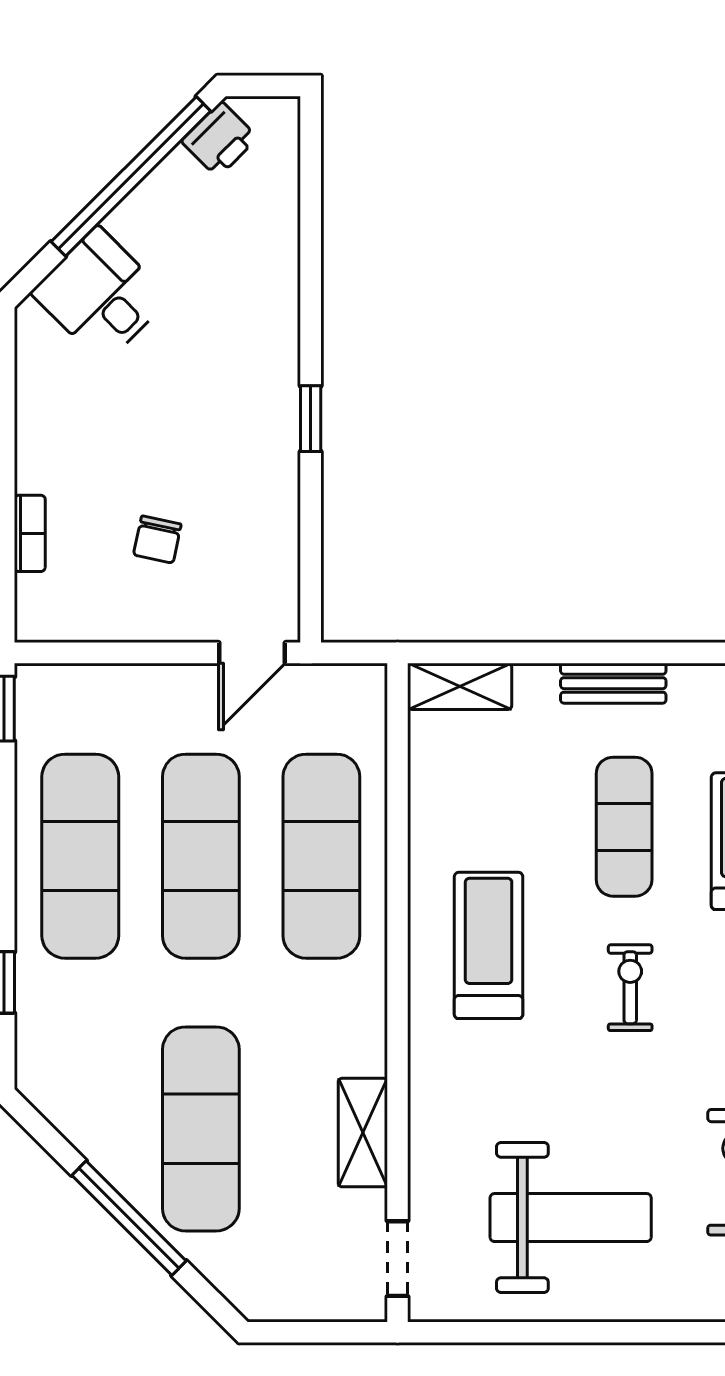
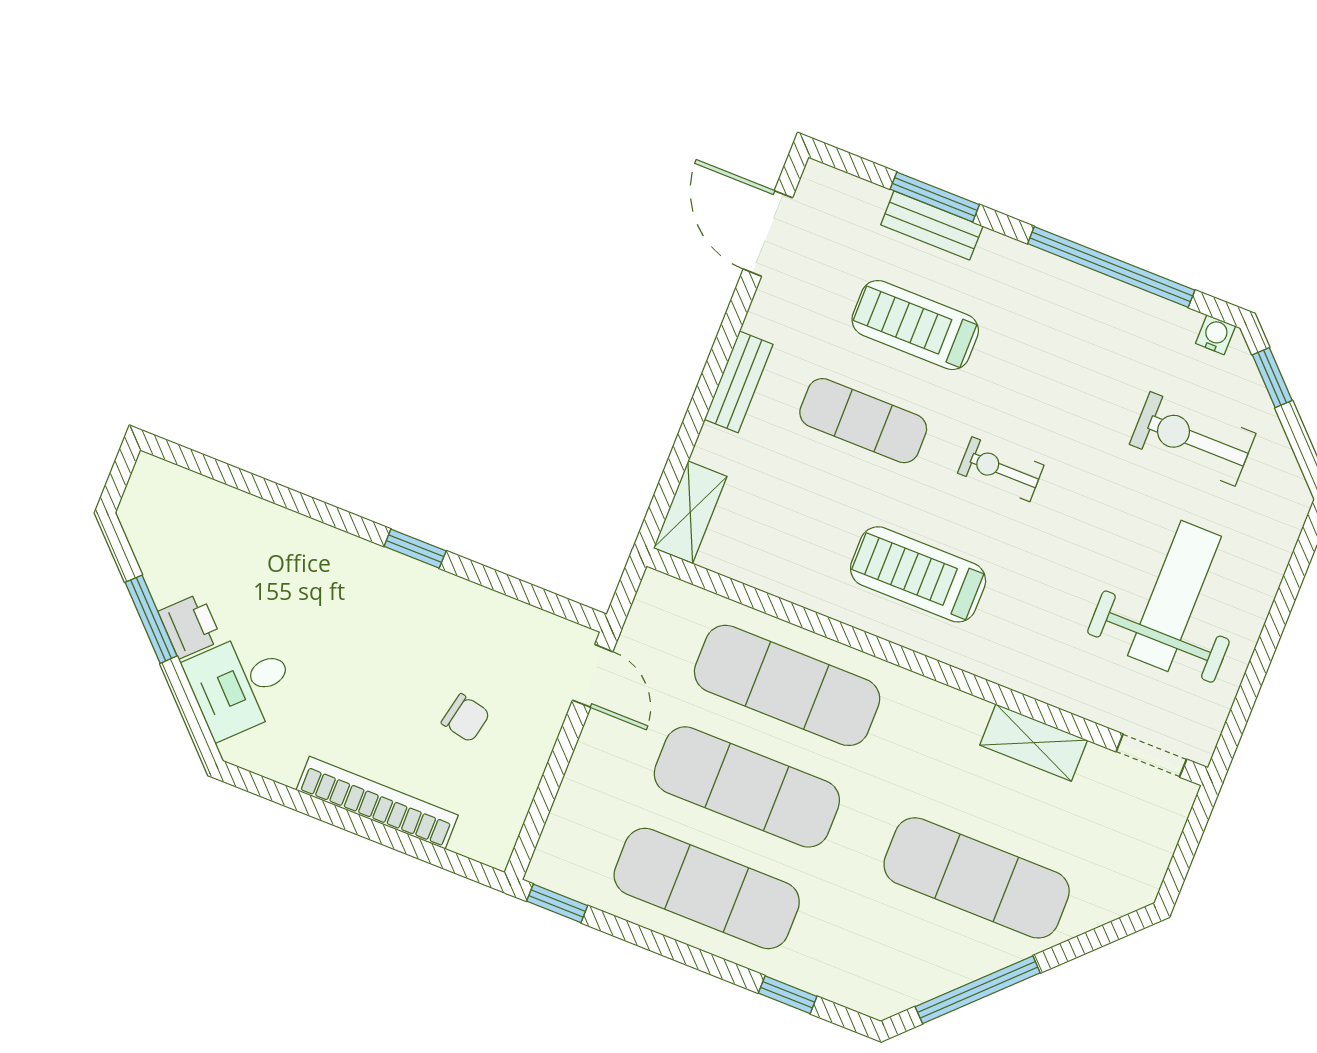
printer: (220, 139) -> (190, 626), moved
window: (131, 176) -> (151, 619), width x0.47
bookcase: (30, 533) -> (377, 803), width x2.31, depth x1.31
window: (129, 1218) -> (978, 990), moved

